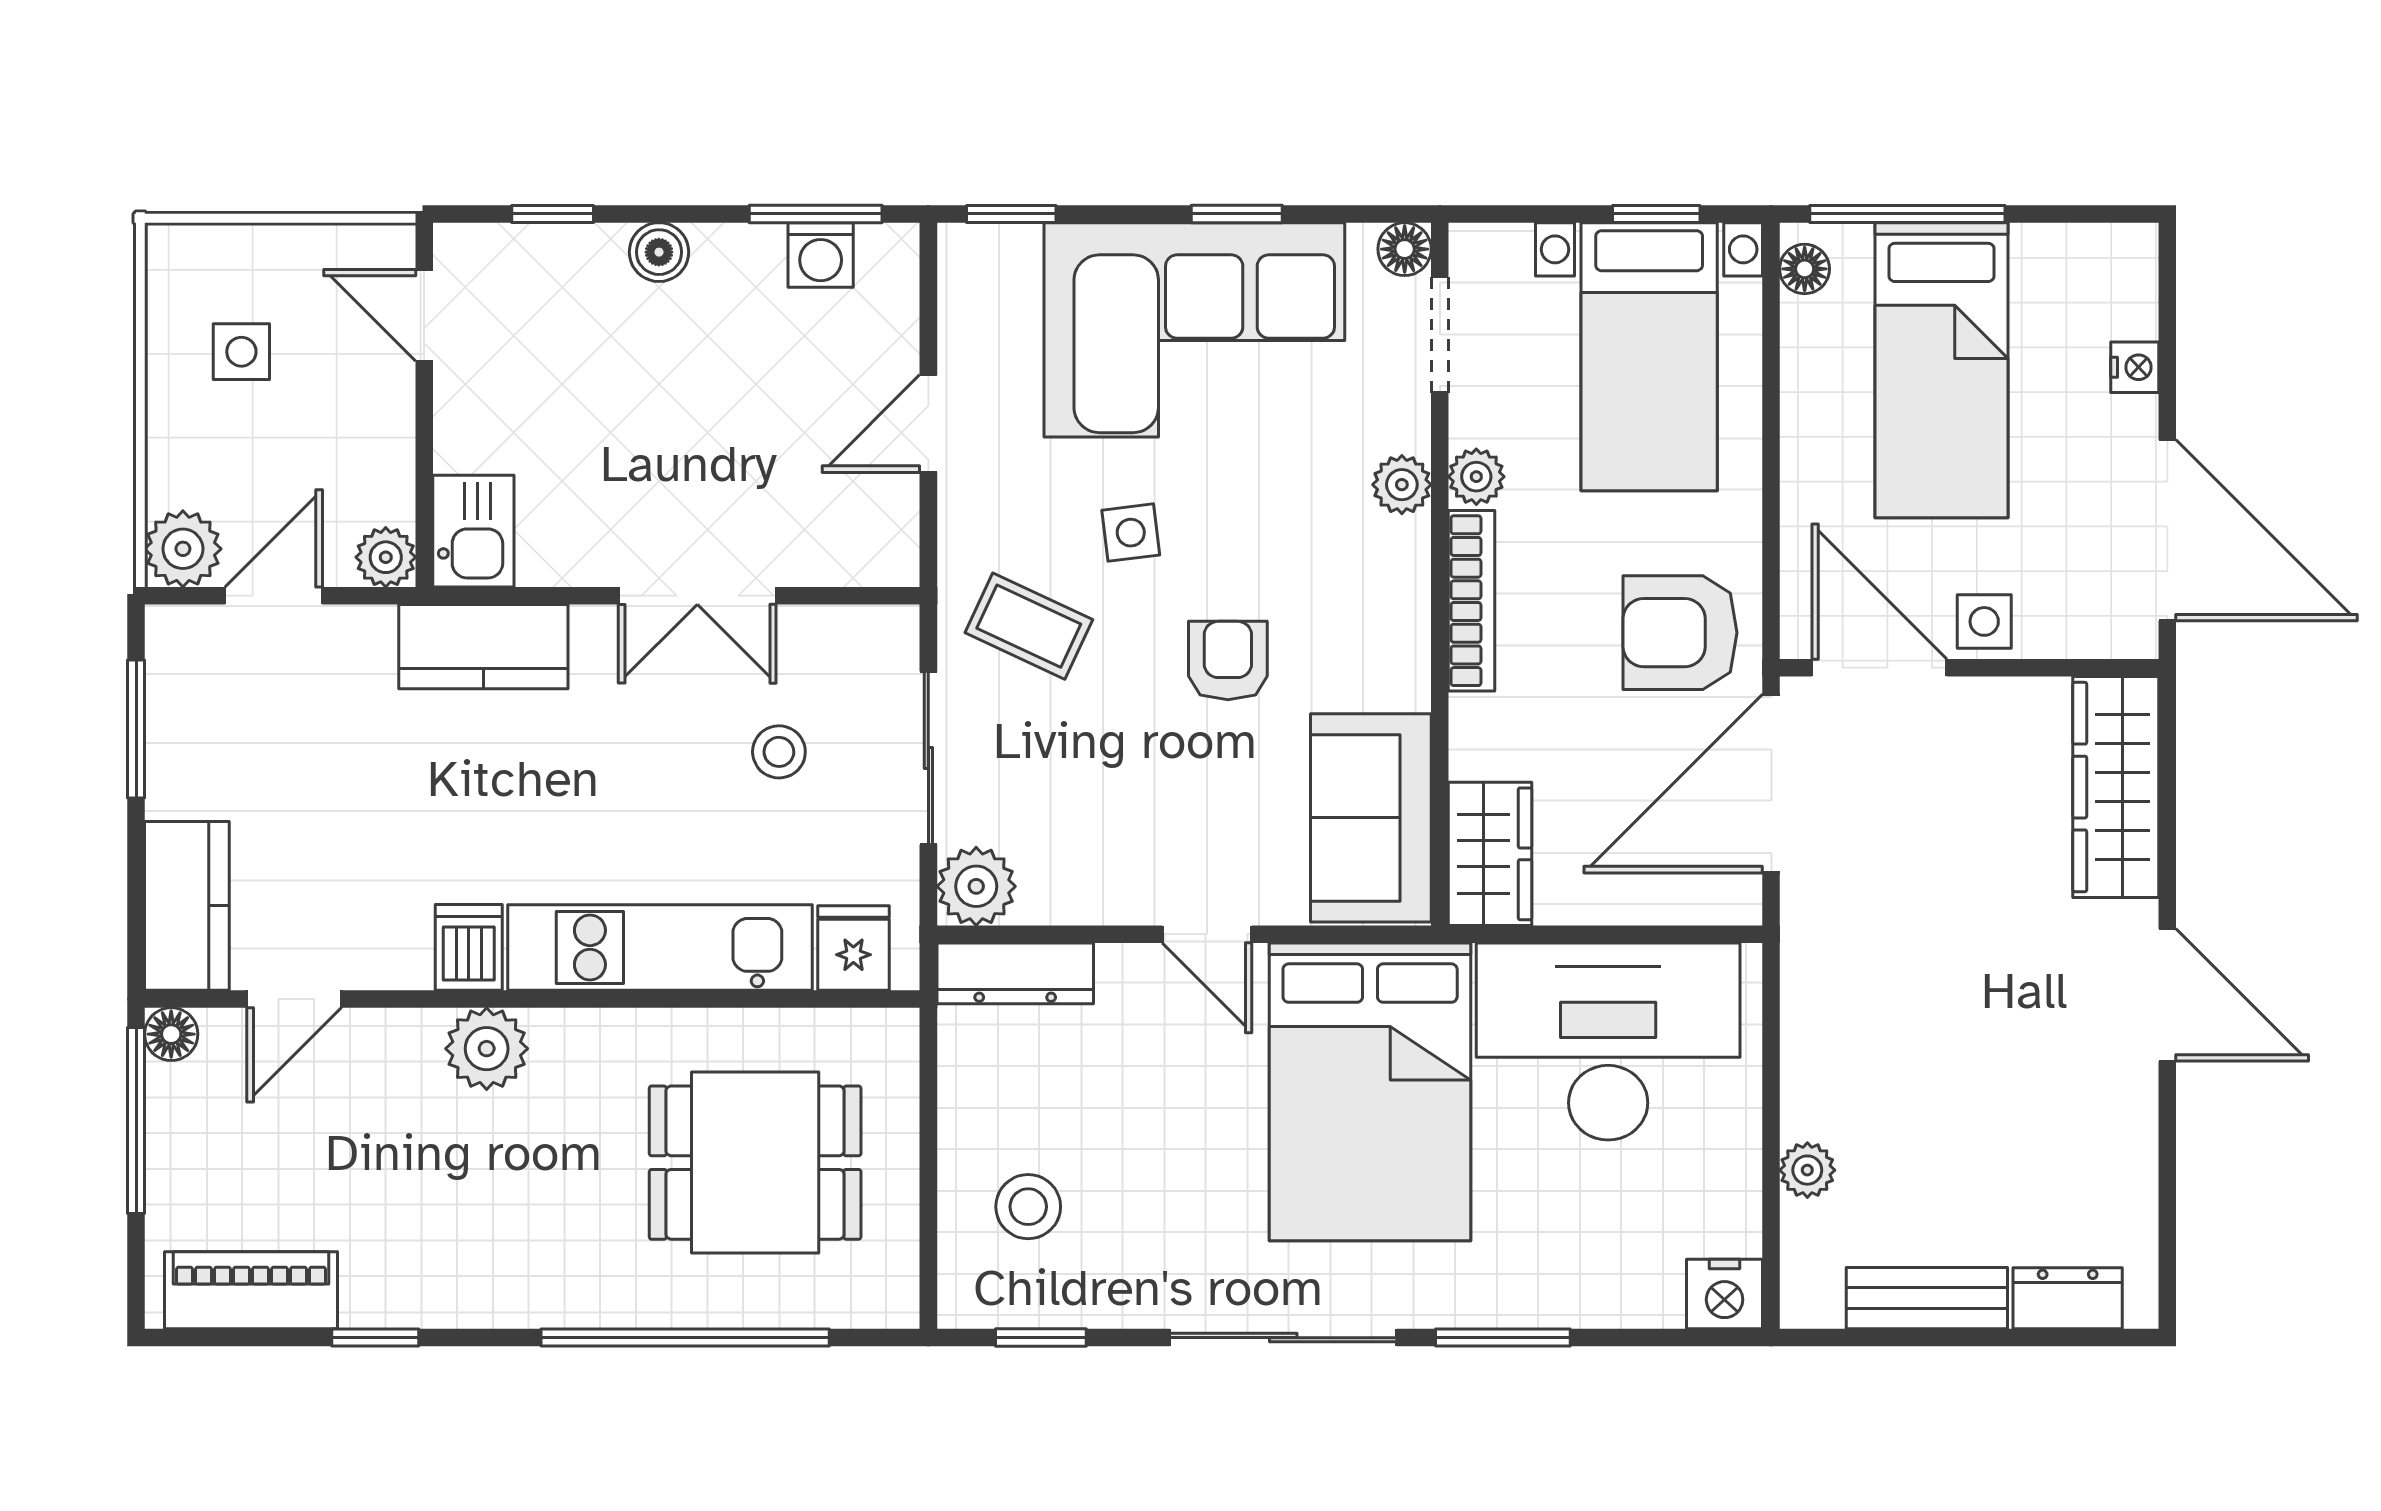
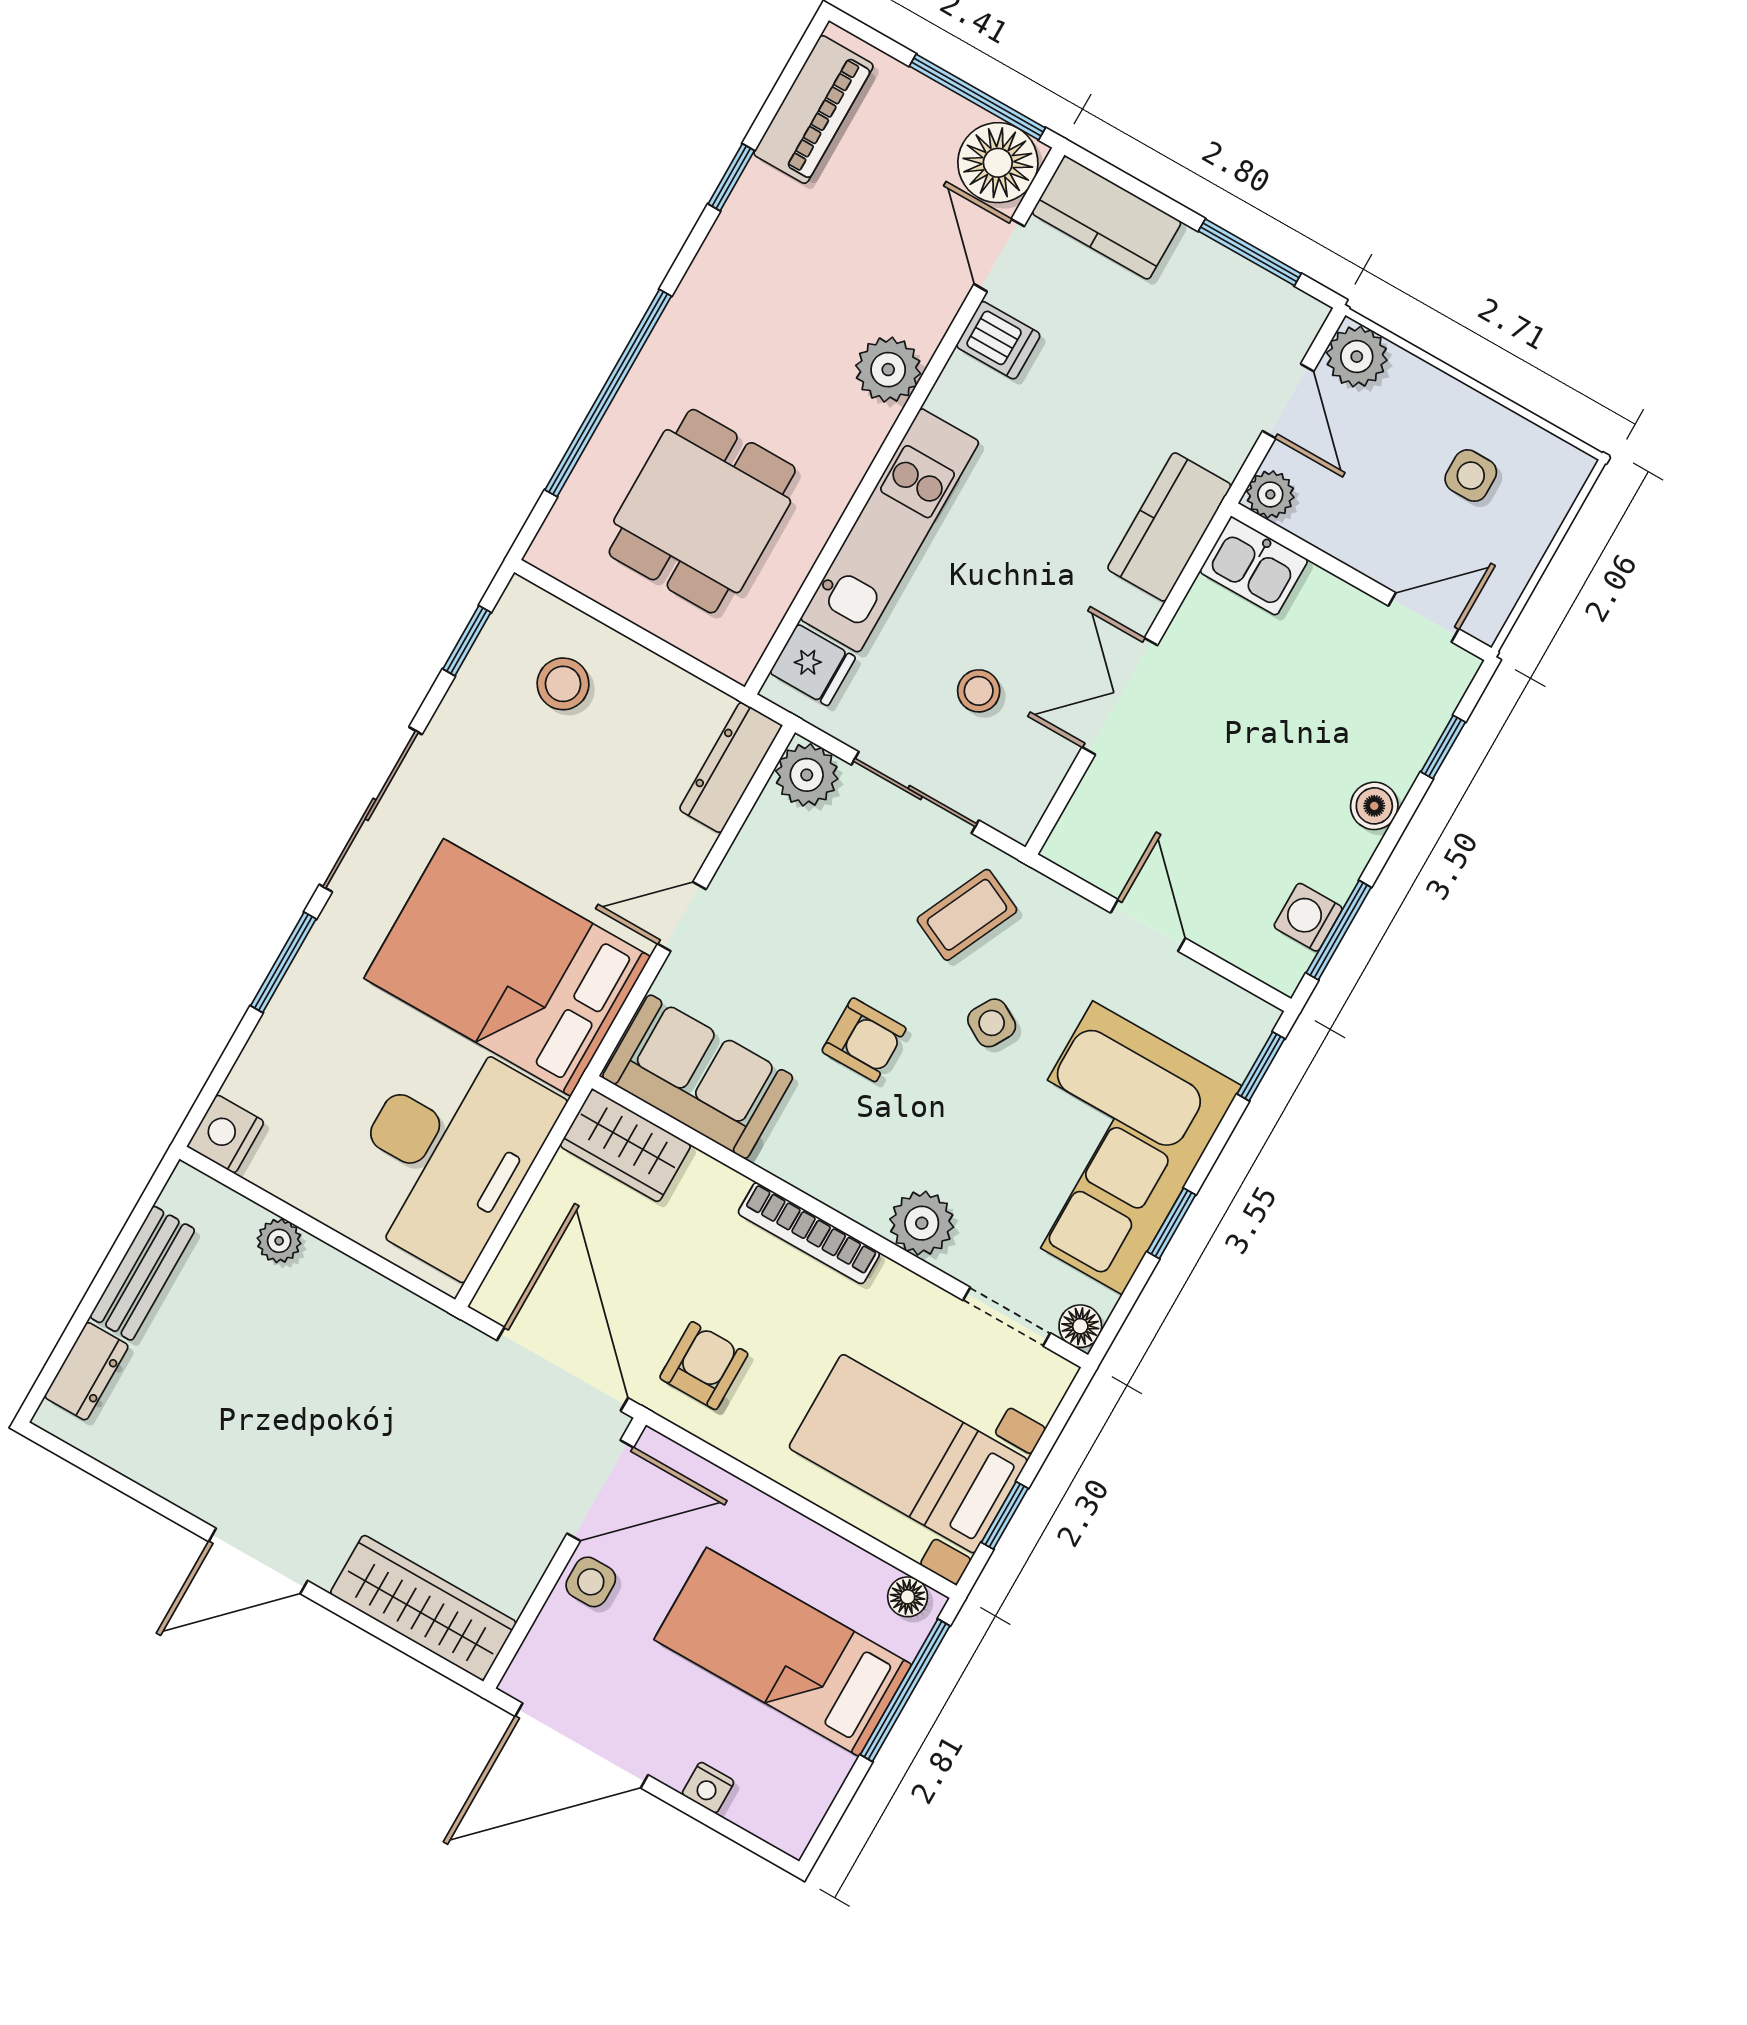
plant: (1476, 477) -> (893, 1286), removed
plant: (1402, 485) -> (922, 1223), width x1.38, depth x1.38
side table: (1131, 533) -> (992, 1023), turned 37
armchair: (1680, 633) -> (704, 1366), width x0.72, depth x0.72
dishwasher: (469, 947) -> (998, 340), moved
floor lamp: (171, 1034) -> (998, 163), width x1.89, depth x1.89

